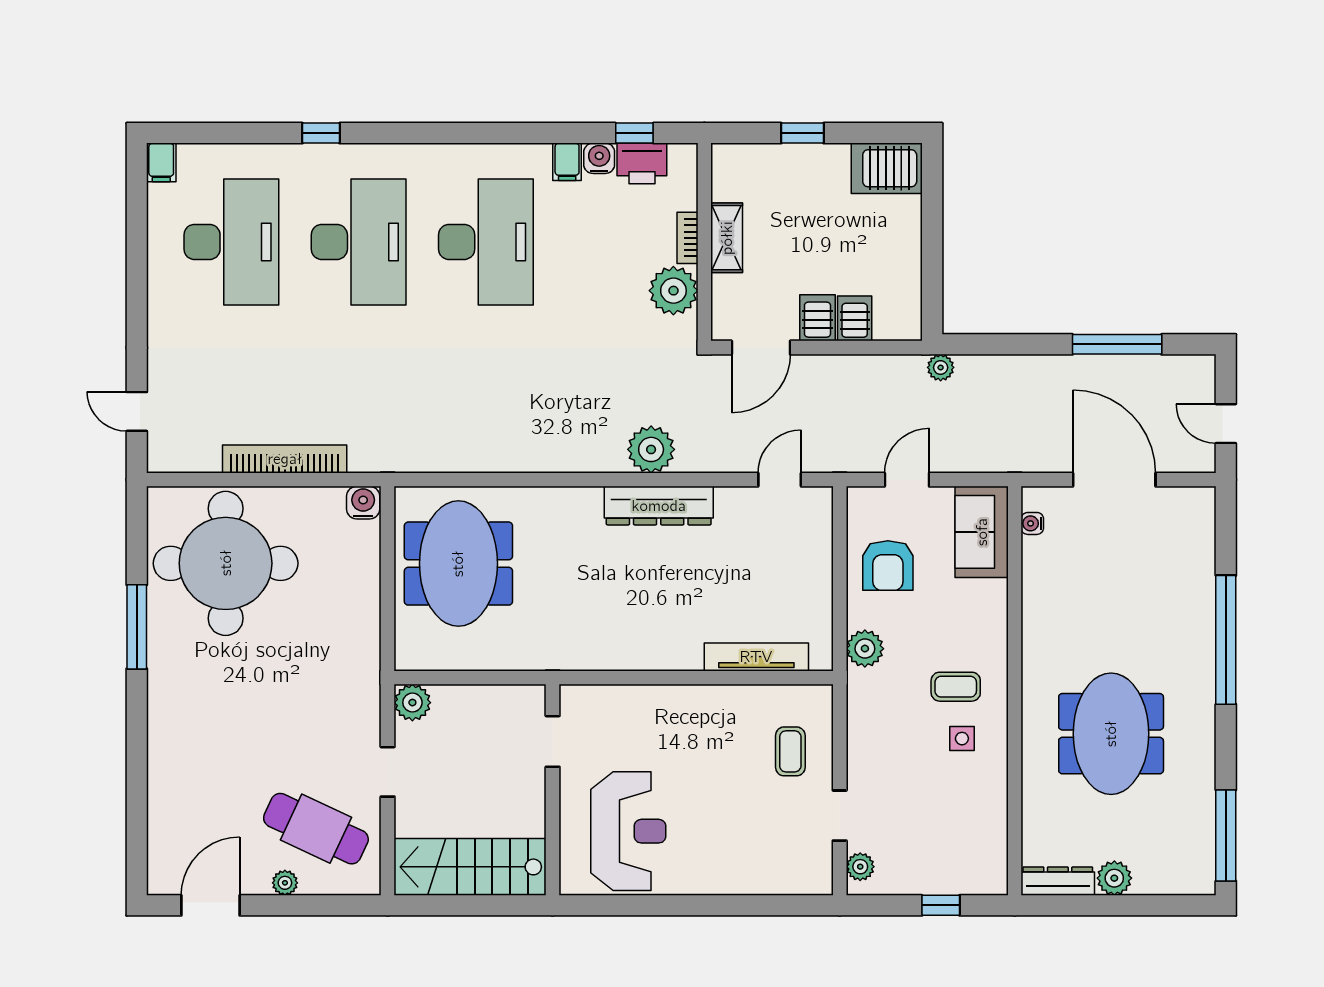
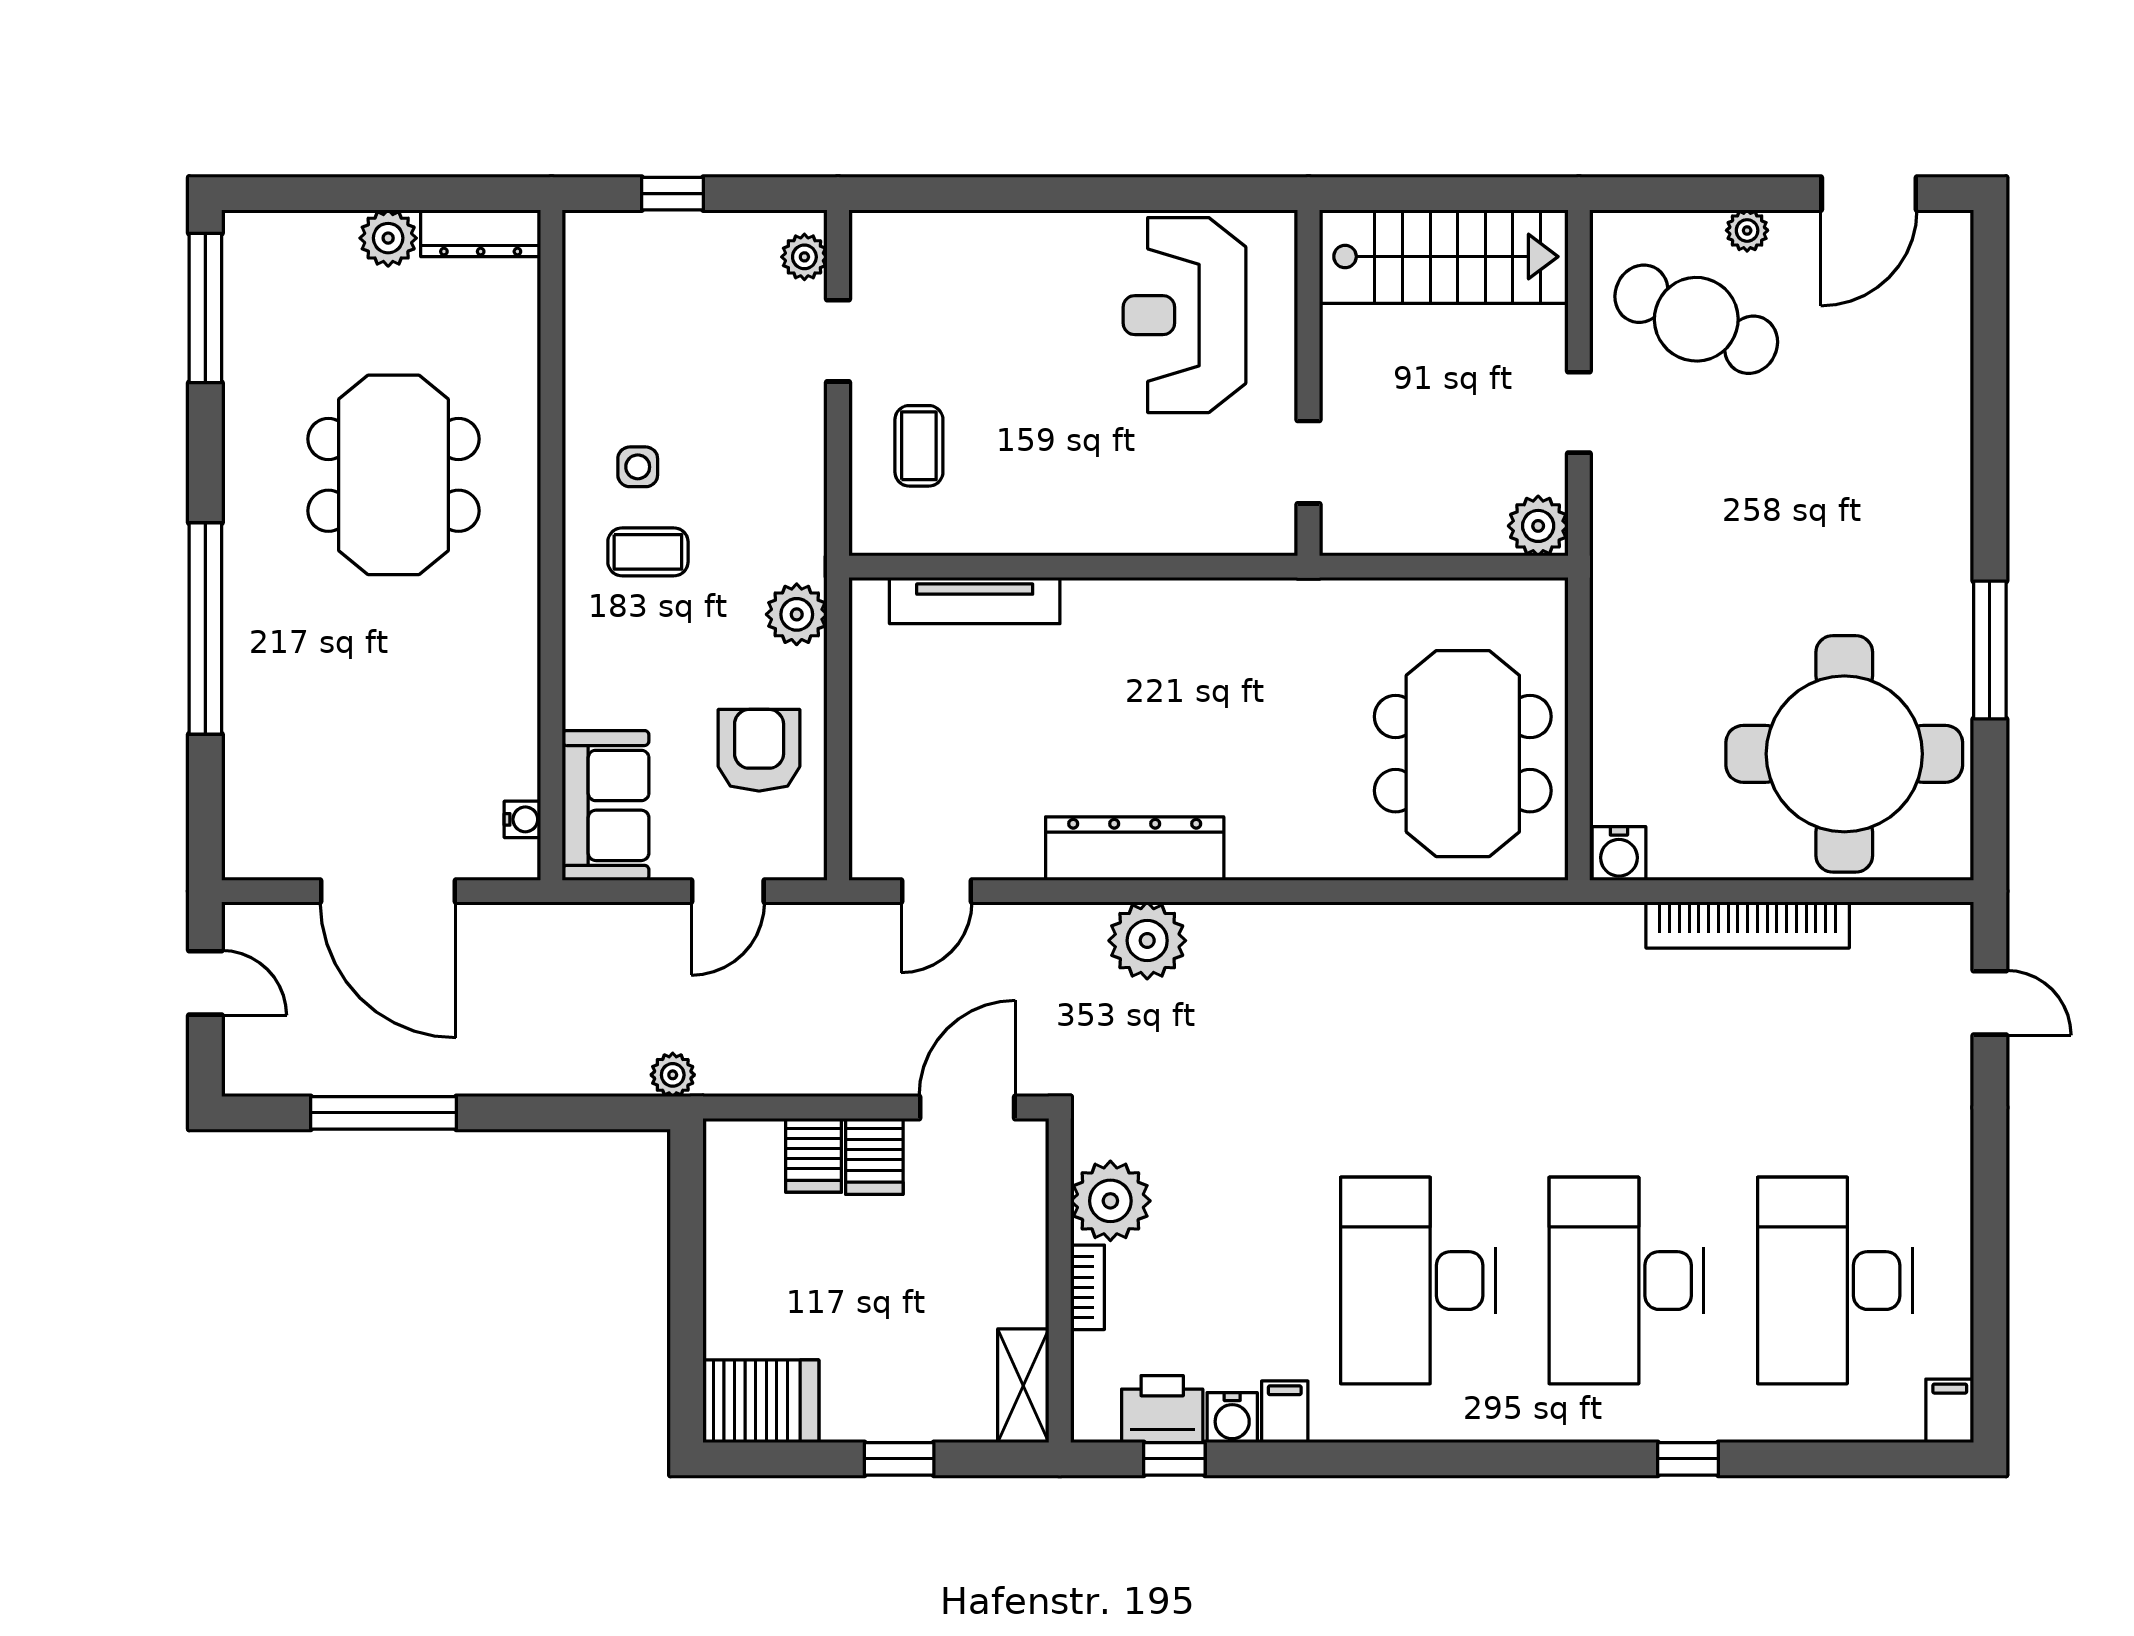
shelving: (727, 238) -> (1023, 1386), moved

